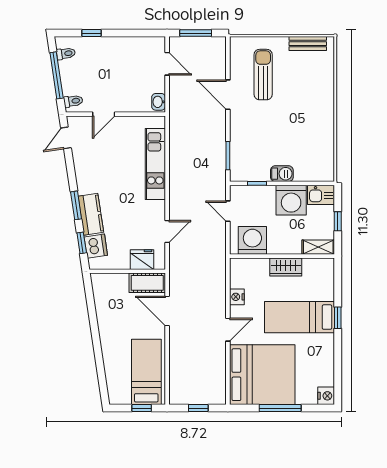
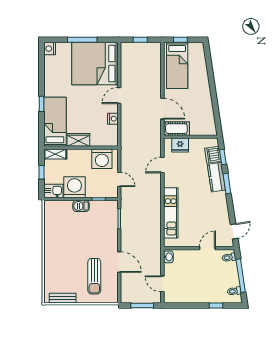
bed: (299, 317) -> (55, 122), moved, turned -90

